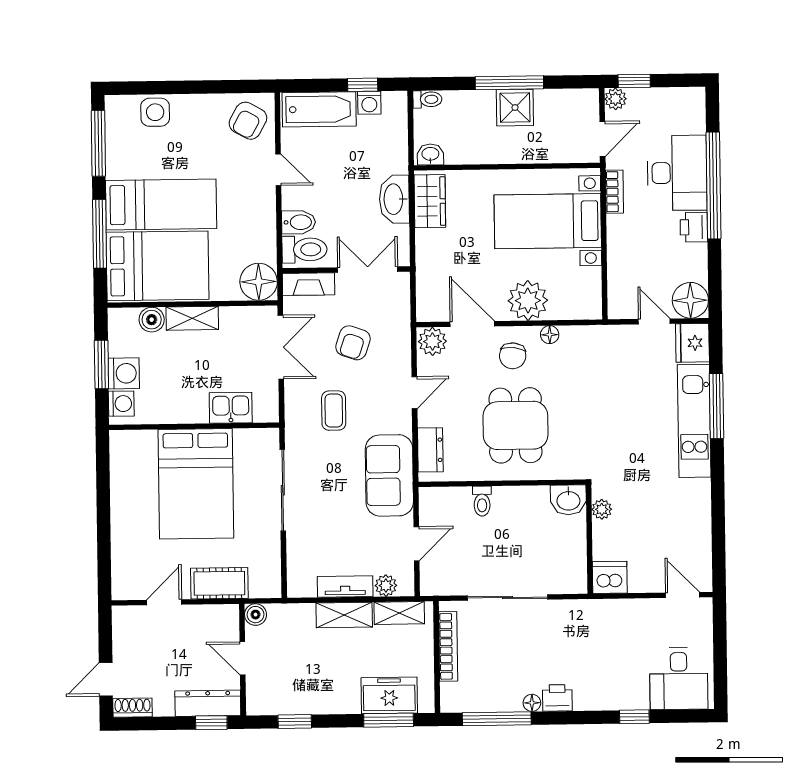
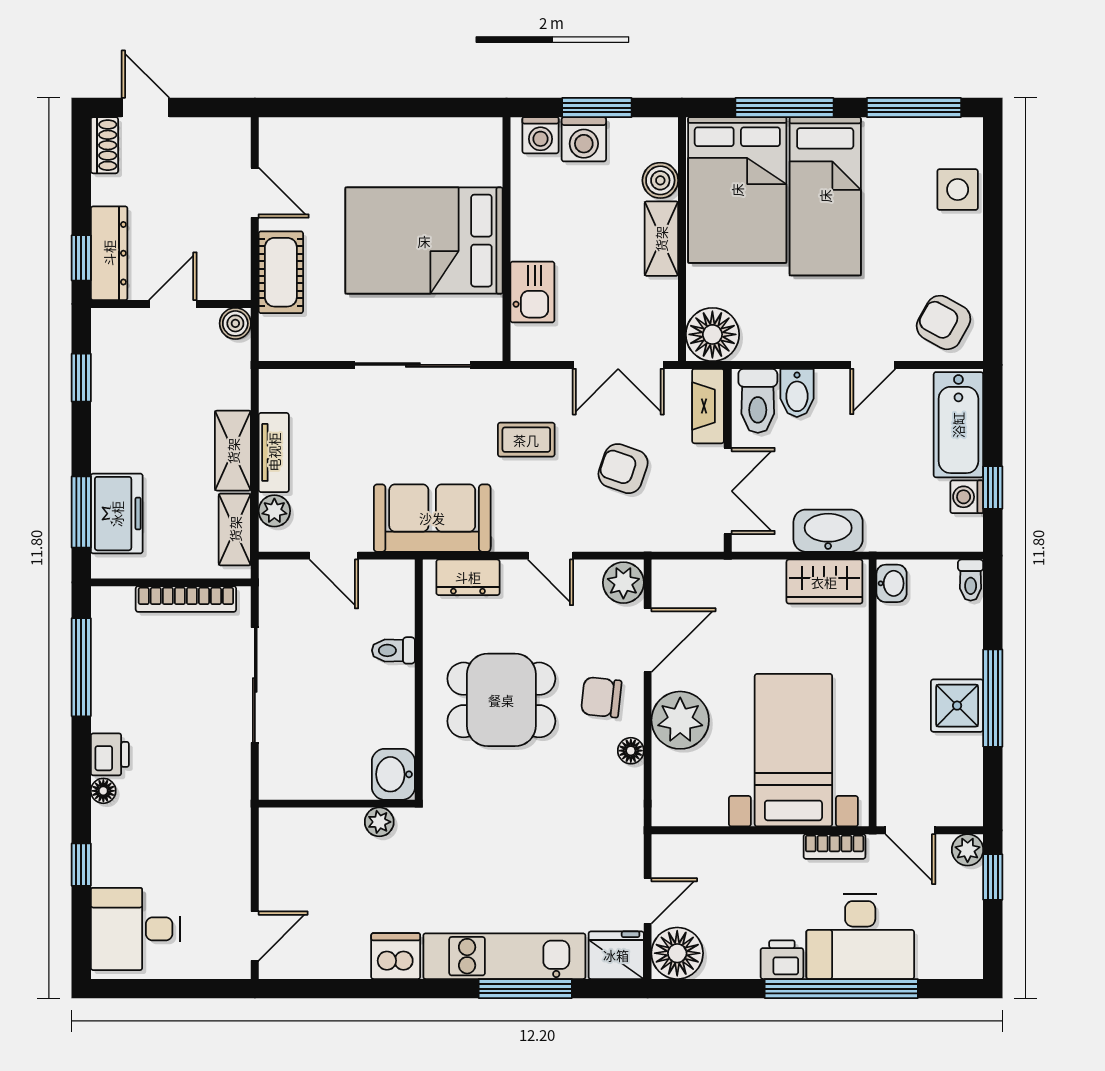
dishwasher: (610, 577) -> (396, 956), moved, turned -90
floor lamp: (532, 703) -> (103, 791), moved

